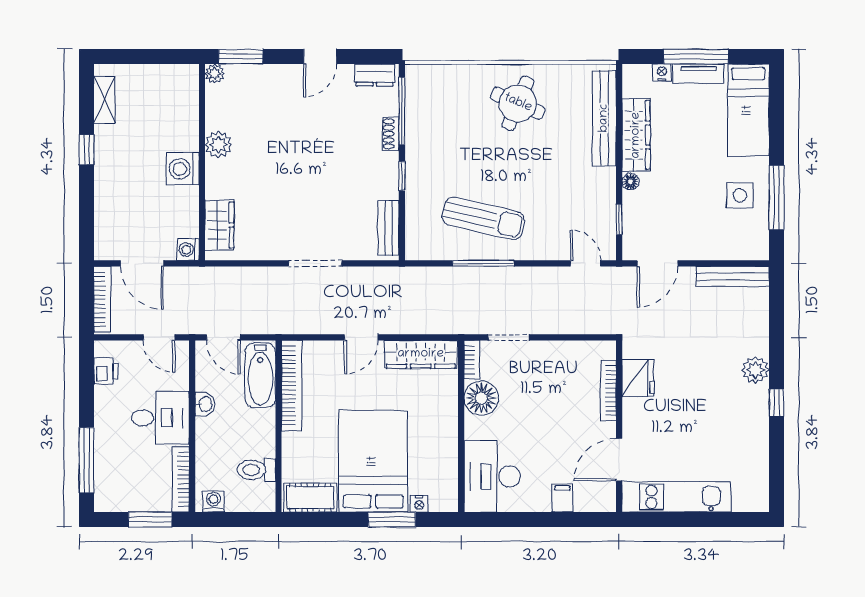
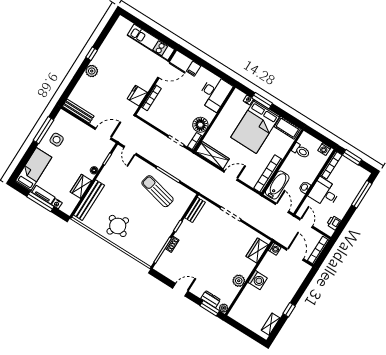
dresser: (375, 75) -> (211, 299), moved
wardrobe: (636, 135) -> (81, 186), width x0.67

